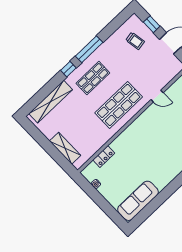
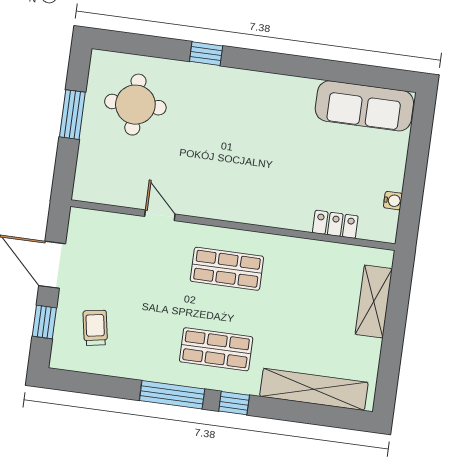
shop shelf: (119, 105) -> (227, 269), width x0.70, depth x0.74

